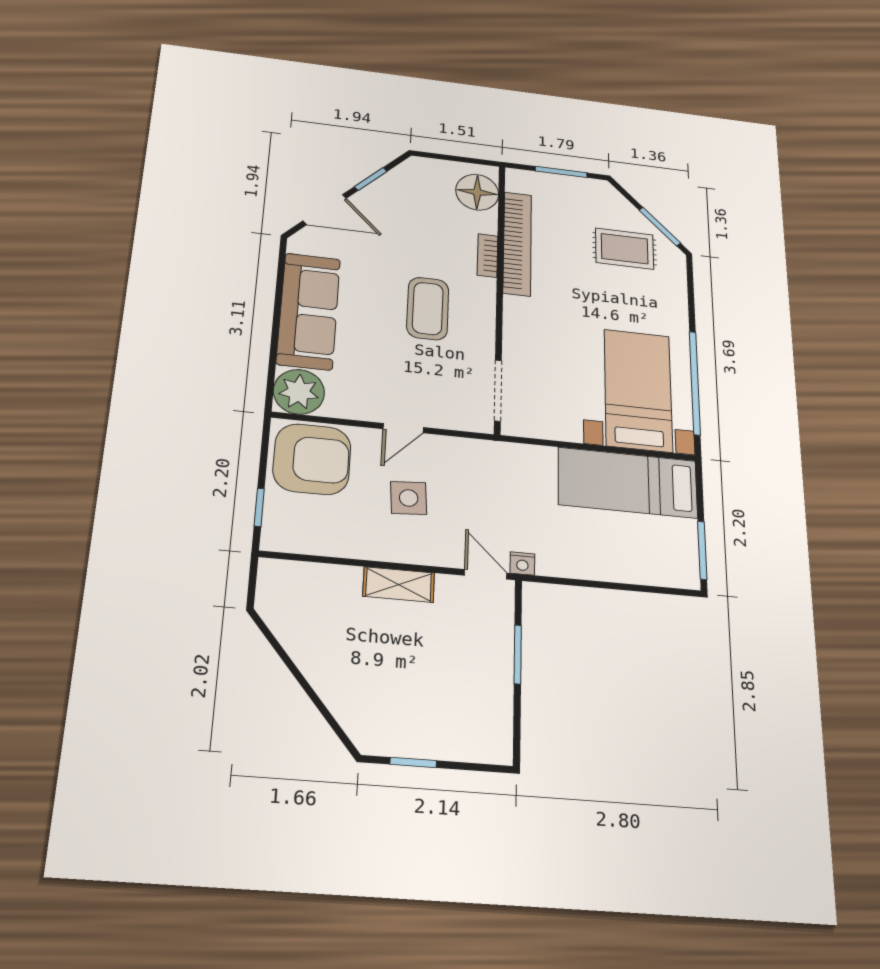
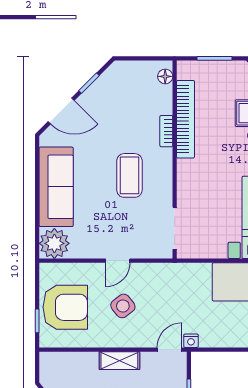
floor lamp: (477, 192) -> (165, 76), width x0.53, depth x0.53
armchair: (312, 459) -> (65, 307), moved
side table: (409, 498) -> (123, 306), turned -34
door: (486, 574) -> (169, 350), hinge flipped

